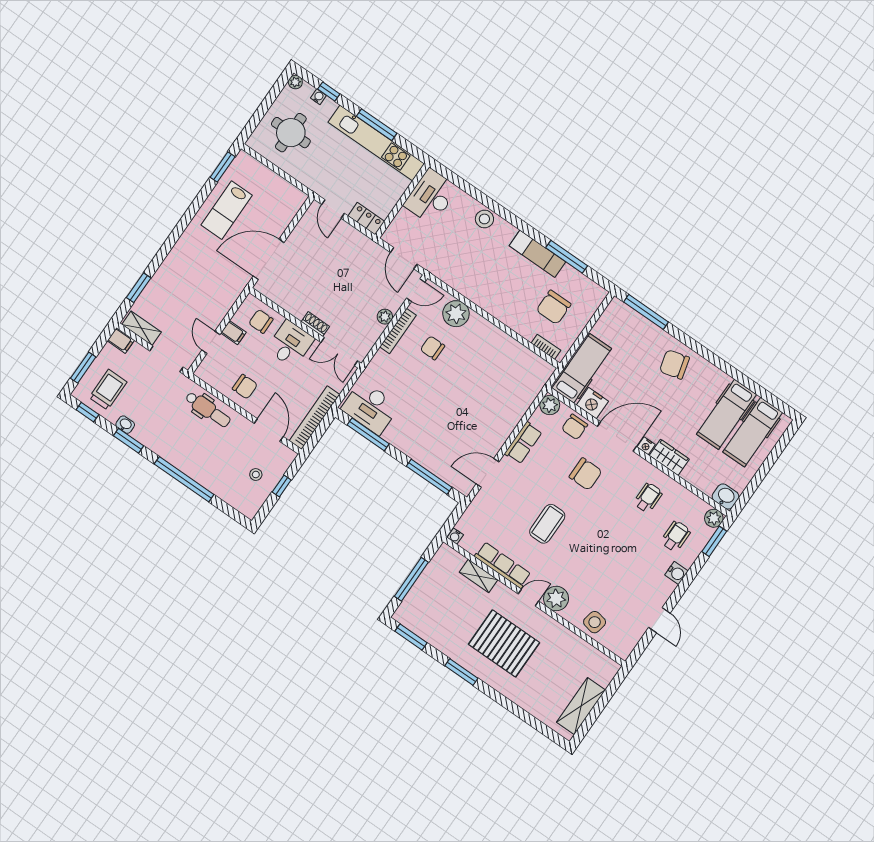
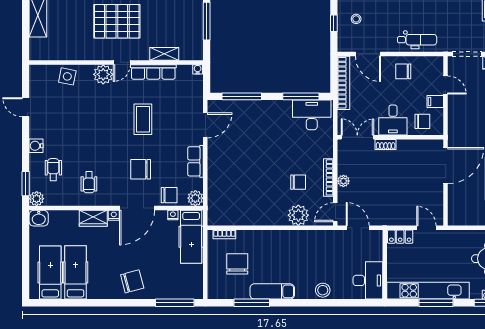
nightstand: (592, 403) -> (173, 215), width x0.53, depth x0.56
dental chair: (208, 409) -> (417, 40), turned 180
chair: (575, 427) -> (169, 195), turned 90
wheelchair: (676, 536) -> (53, 170), turned 180

